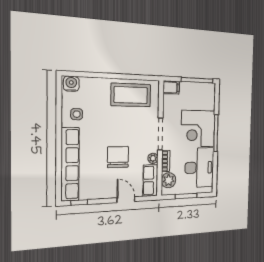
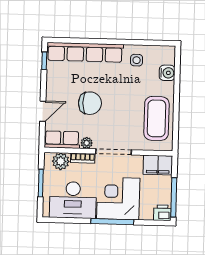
water cooler: (71, 84) -> (167, 73), moved
filing cabinet: (171, 87) -> (158, 165), width x2.00
printer: (209, 90) -> (162, 213), added

